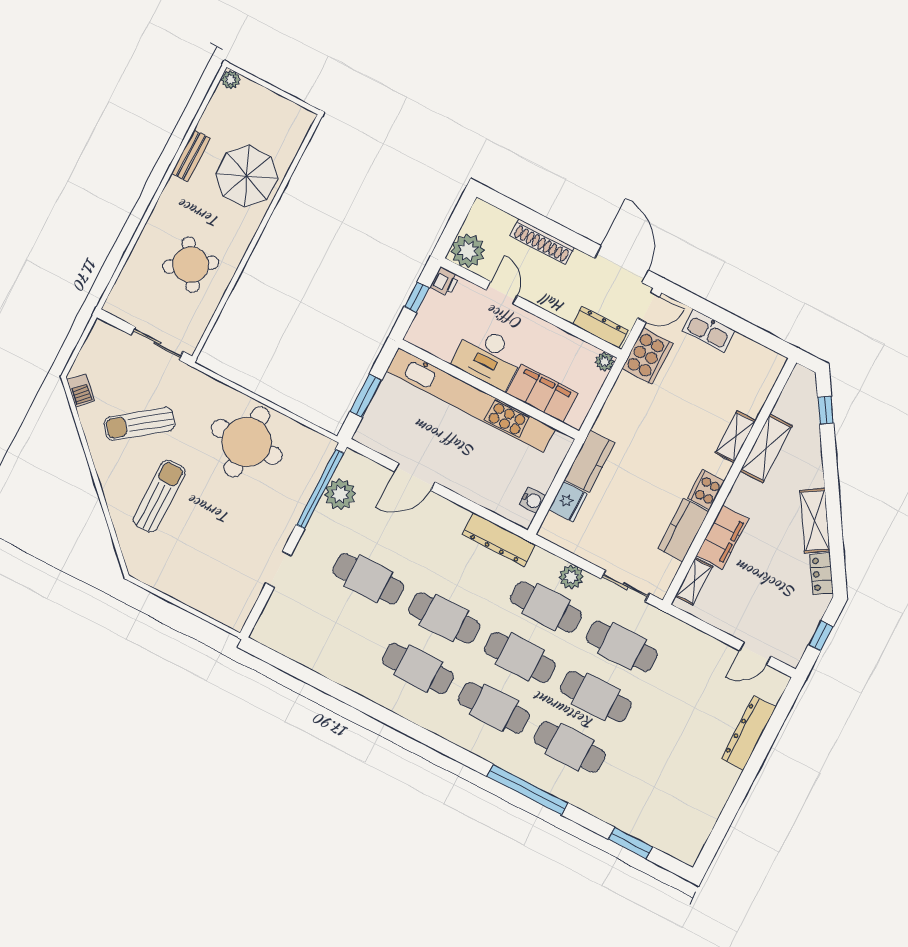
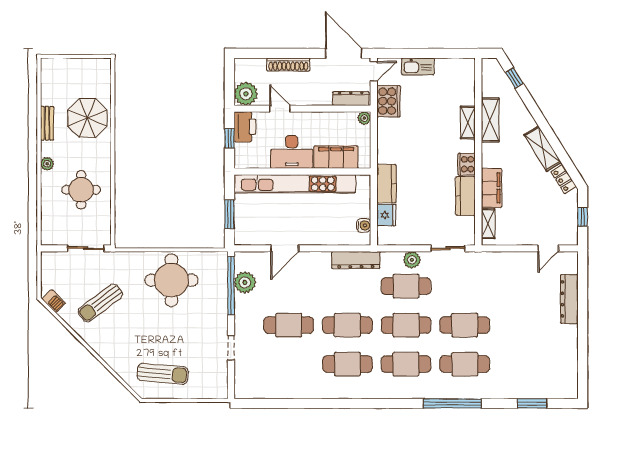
plant: (231, 80) -> (47, 164), moved
round table: (191, 265) -> (81, 190), turned 33
printer: (445, 281) -> (245, 127), width x1.87, depth x1.48
sun lounger: (159, 496) -> (163, 374), moved, turned 95
cafe table: (622, 646) -> (465, 286), removed

